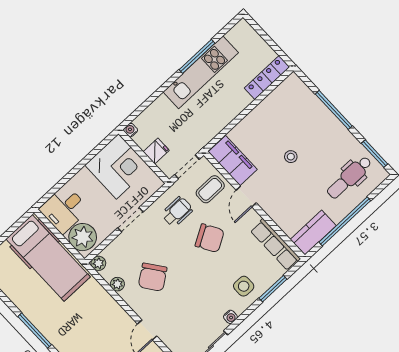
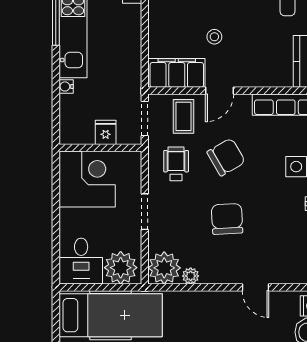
water cooler: (131, 130) -> (66, 86), moved
stool: (291, 157) -> (214, 37), moved
door: (246, 196) -> (220, 91), hinge flipped
plant: (98, 263) -> (164, 268), width x1.88, depth x1.88
chair: (153, 277) -> (227, 219), moved, turned -147

